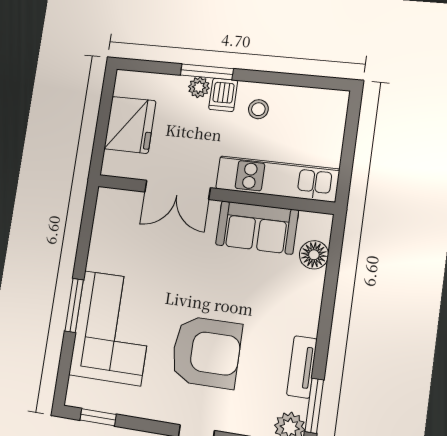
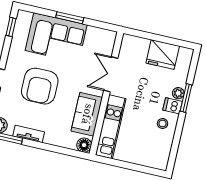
kitchen unit: (277, 179) -> (111, 127), moved
double door: (177, 190) -> (111, 74), moved
wall: (214, 194) -> (106, 93), moved
sofa: (257, 227) -> (87, 114), moved

